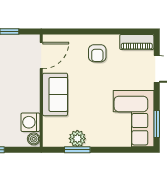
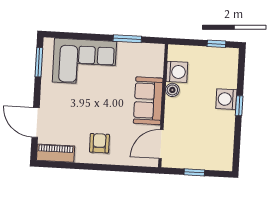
corner sofa: (134, 119) -> (84, 62), moved, turned 90
boiler: (34, 139) -> (172, 90), moved
plant: (77, 139) -> (127, 51), removed

